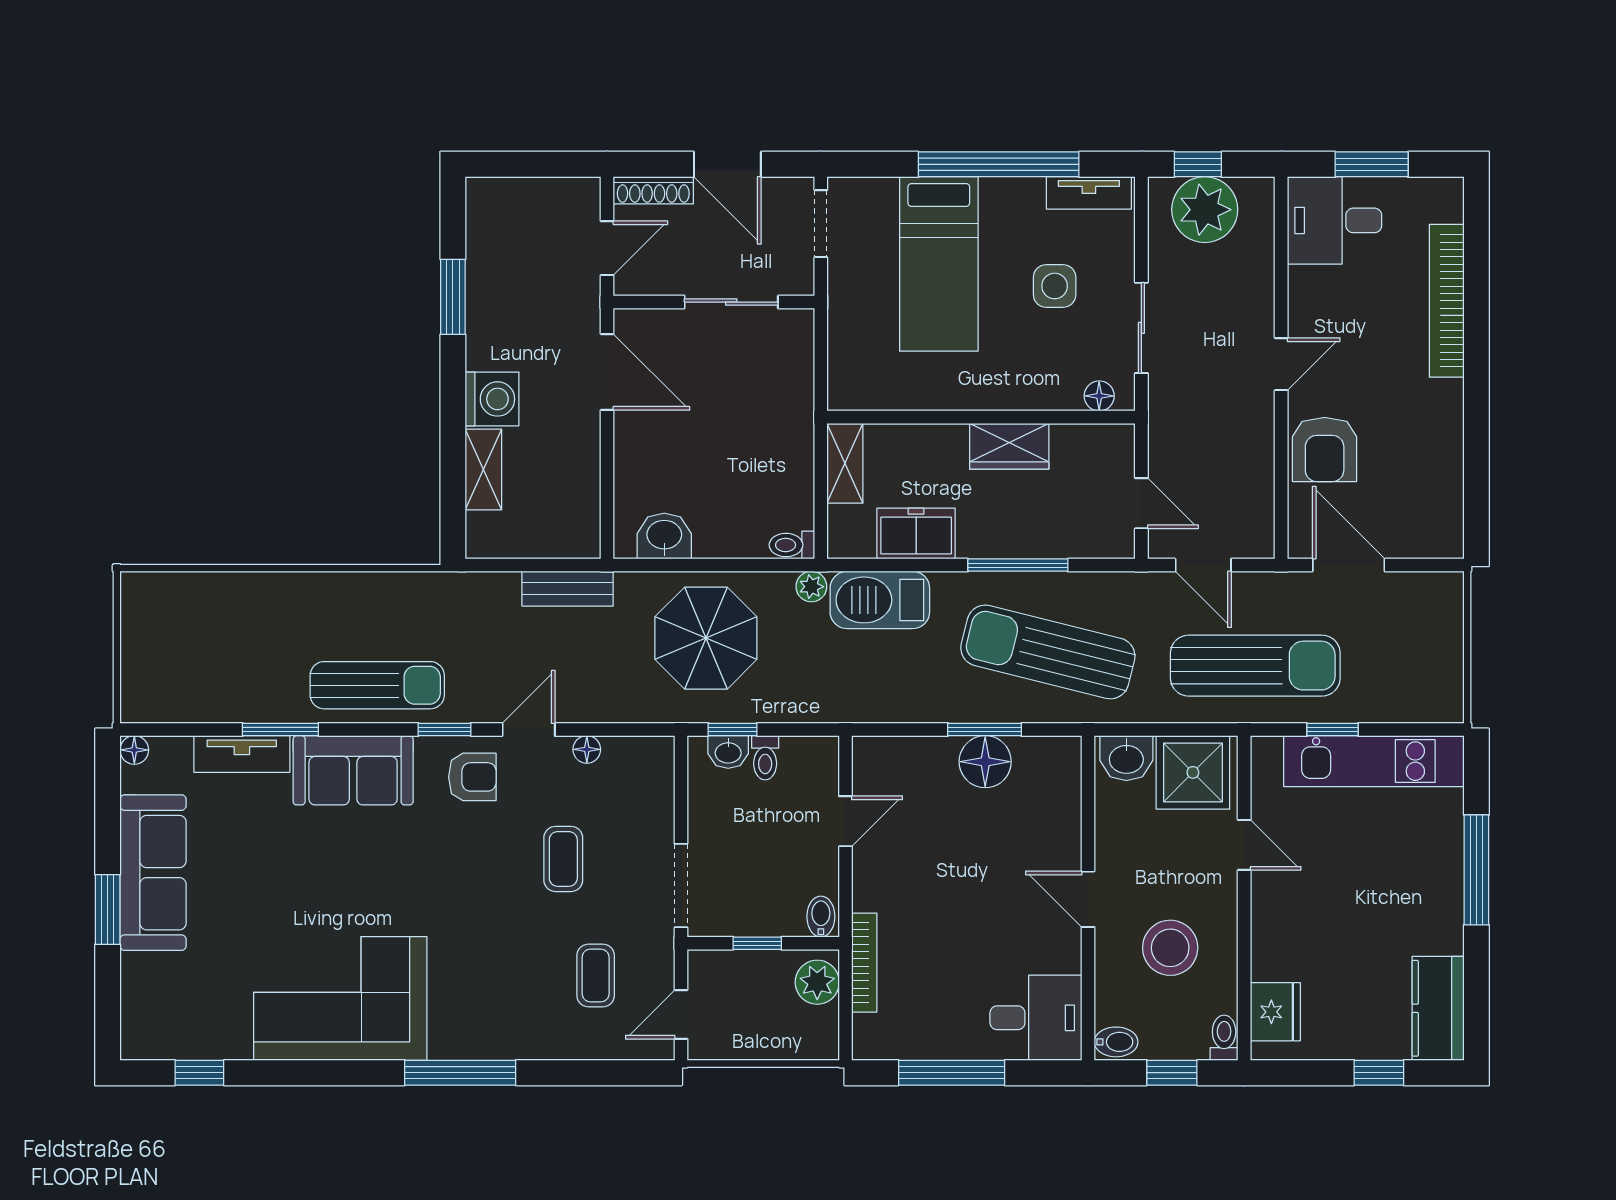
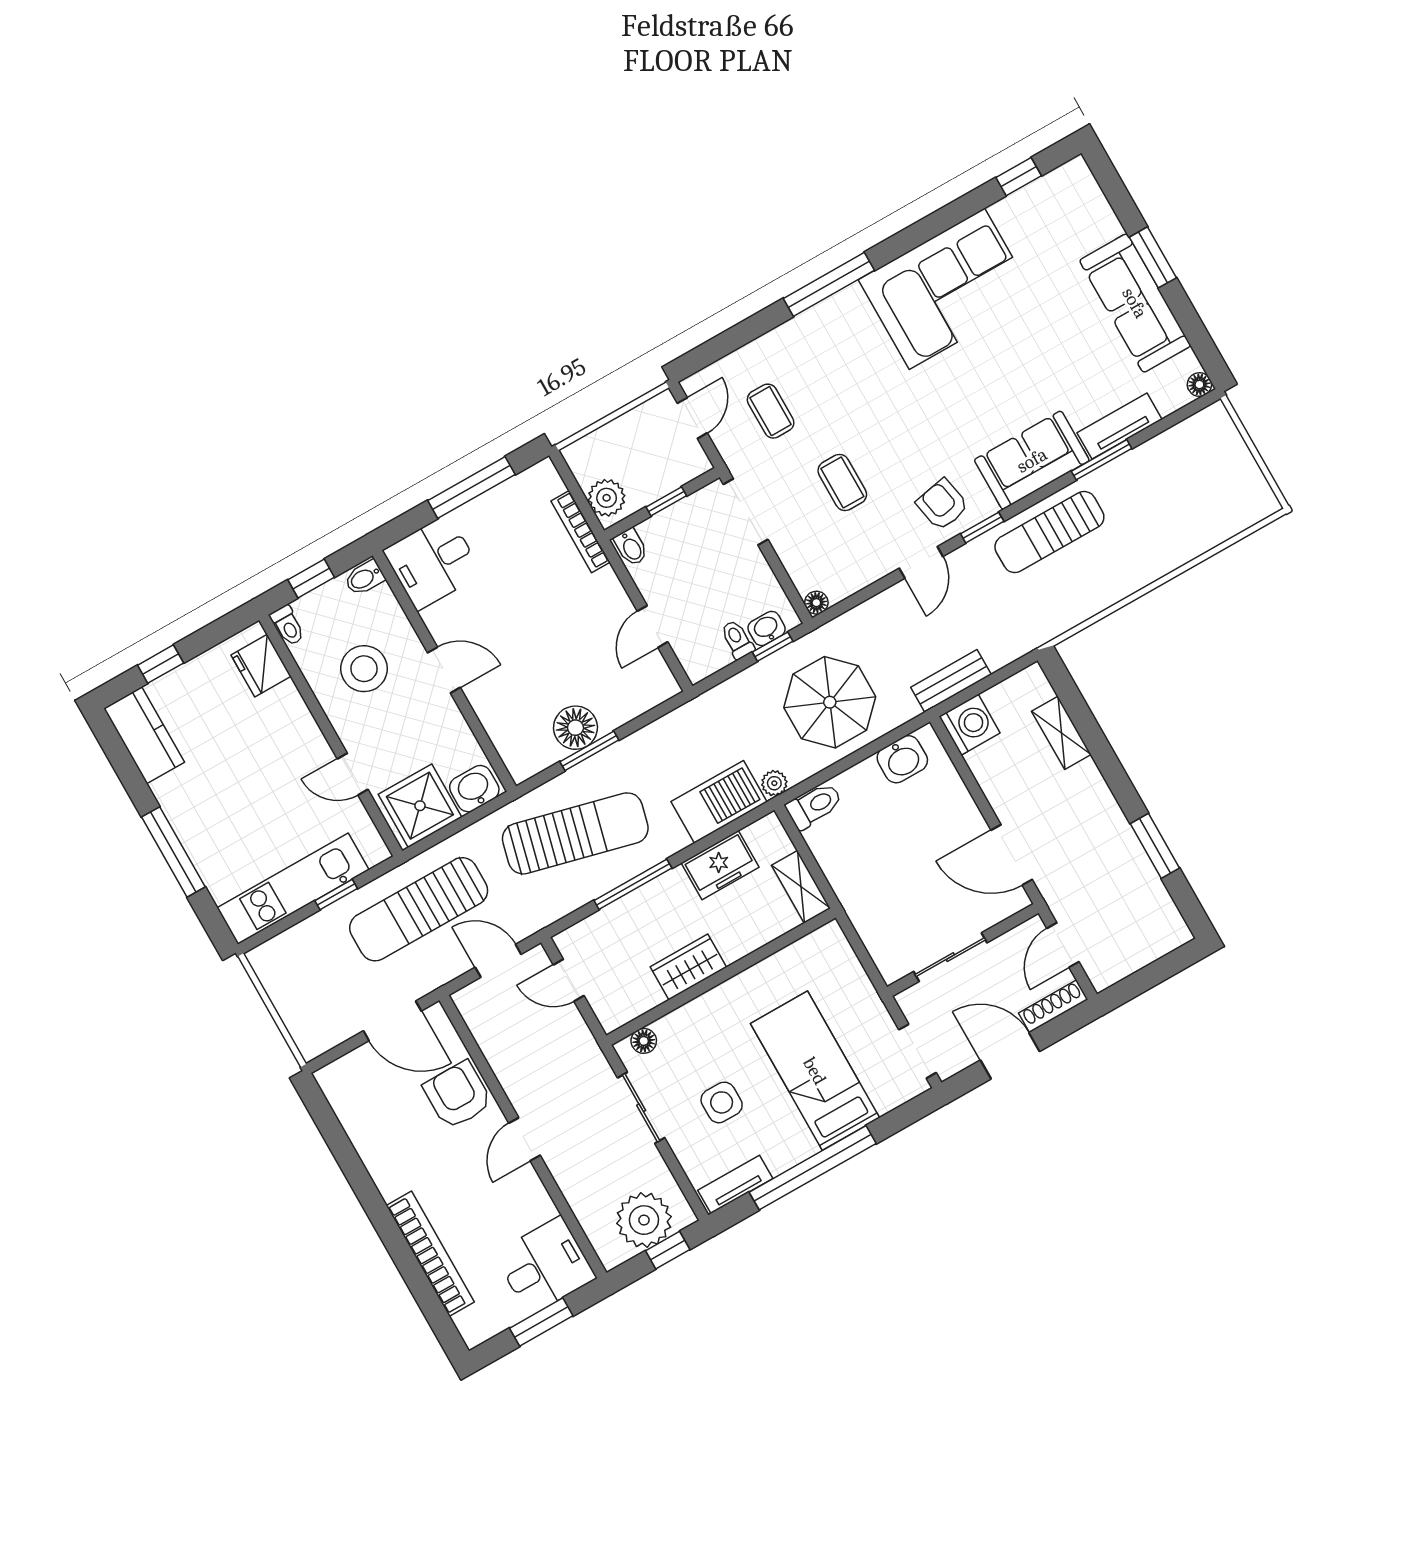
washing machine: (492, 399) -> (970, 725), moved, turned 180
toilet: (792, 545) -> (814, 806), width x1.37, depth x1.39
floor lamp: (587, 749) -> (816, 603), moved
armchair: (472, 777) -> (942, 505), turned 79

